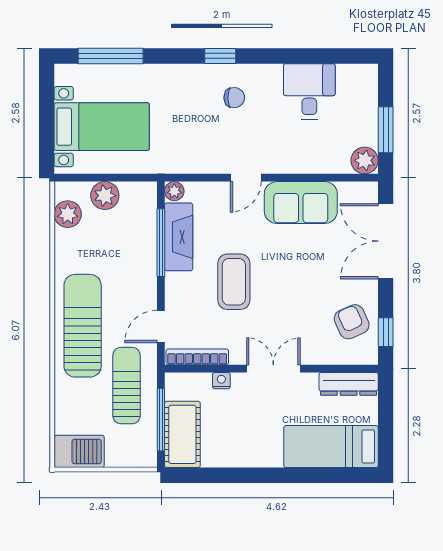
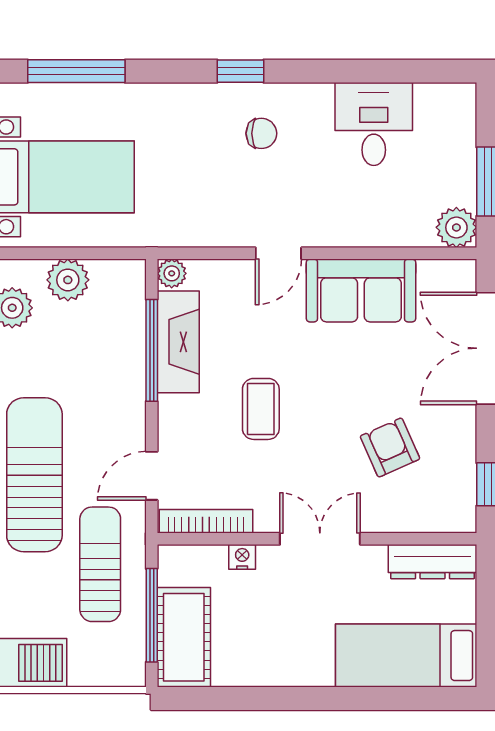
coffee table: (234, 282) -> (261, 409), width x0.73, depth x0.77
armchair: (352, 322) -> (390, 448), moved

